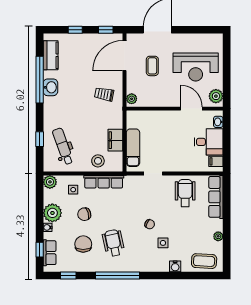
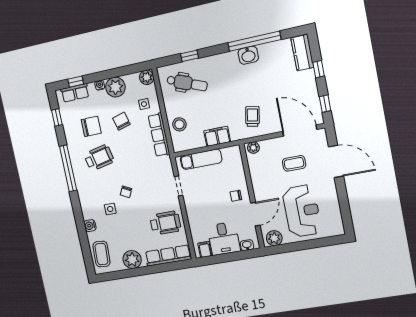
kitchen counter: (51, 55) -> (302, 53), moved, turned 90
reception desk: (196, 67) -> (302, 211), turned 180
chair: (172, 123) -> (236, 196), added
filing cabinet: (115, 140) -> (217, 136), moved
dental chair: (63, 146) -> (187, 83), turned 42
plant: (218, 236) -> (132, 260), width x1.87, depth x1.87

